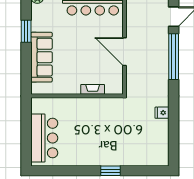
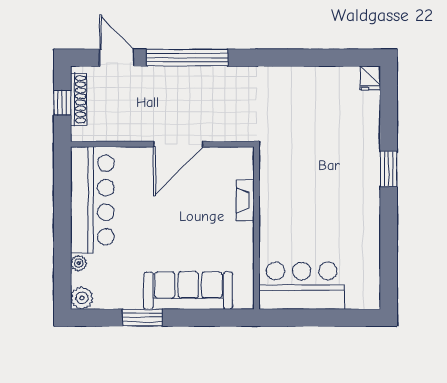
fridge: (162, 113) -> (370, 78), moved
bar counter: (44, 138) -> (302, 286), moved

